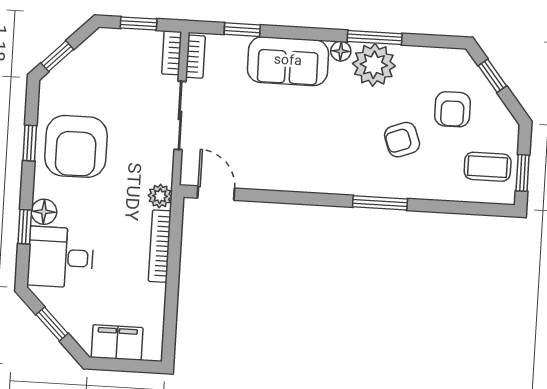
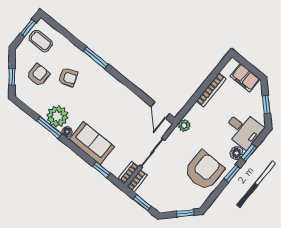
window: (30, 143) -> (232, 173), moved
bookcase: (160, 246) -> (211, 90), moved

